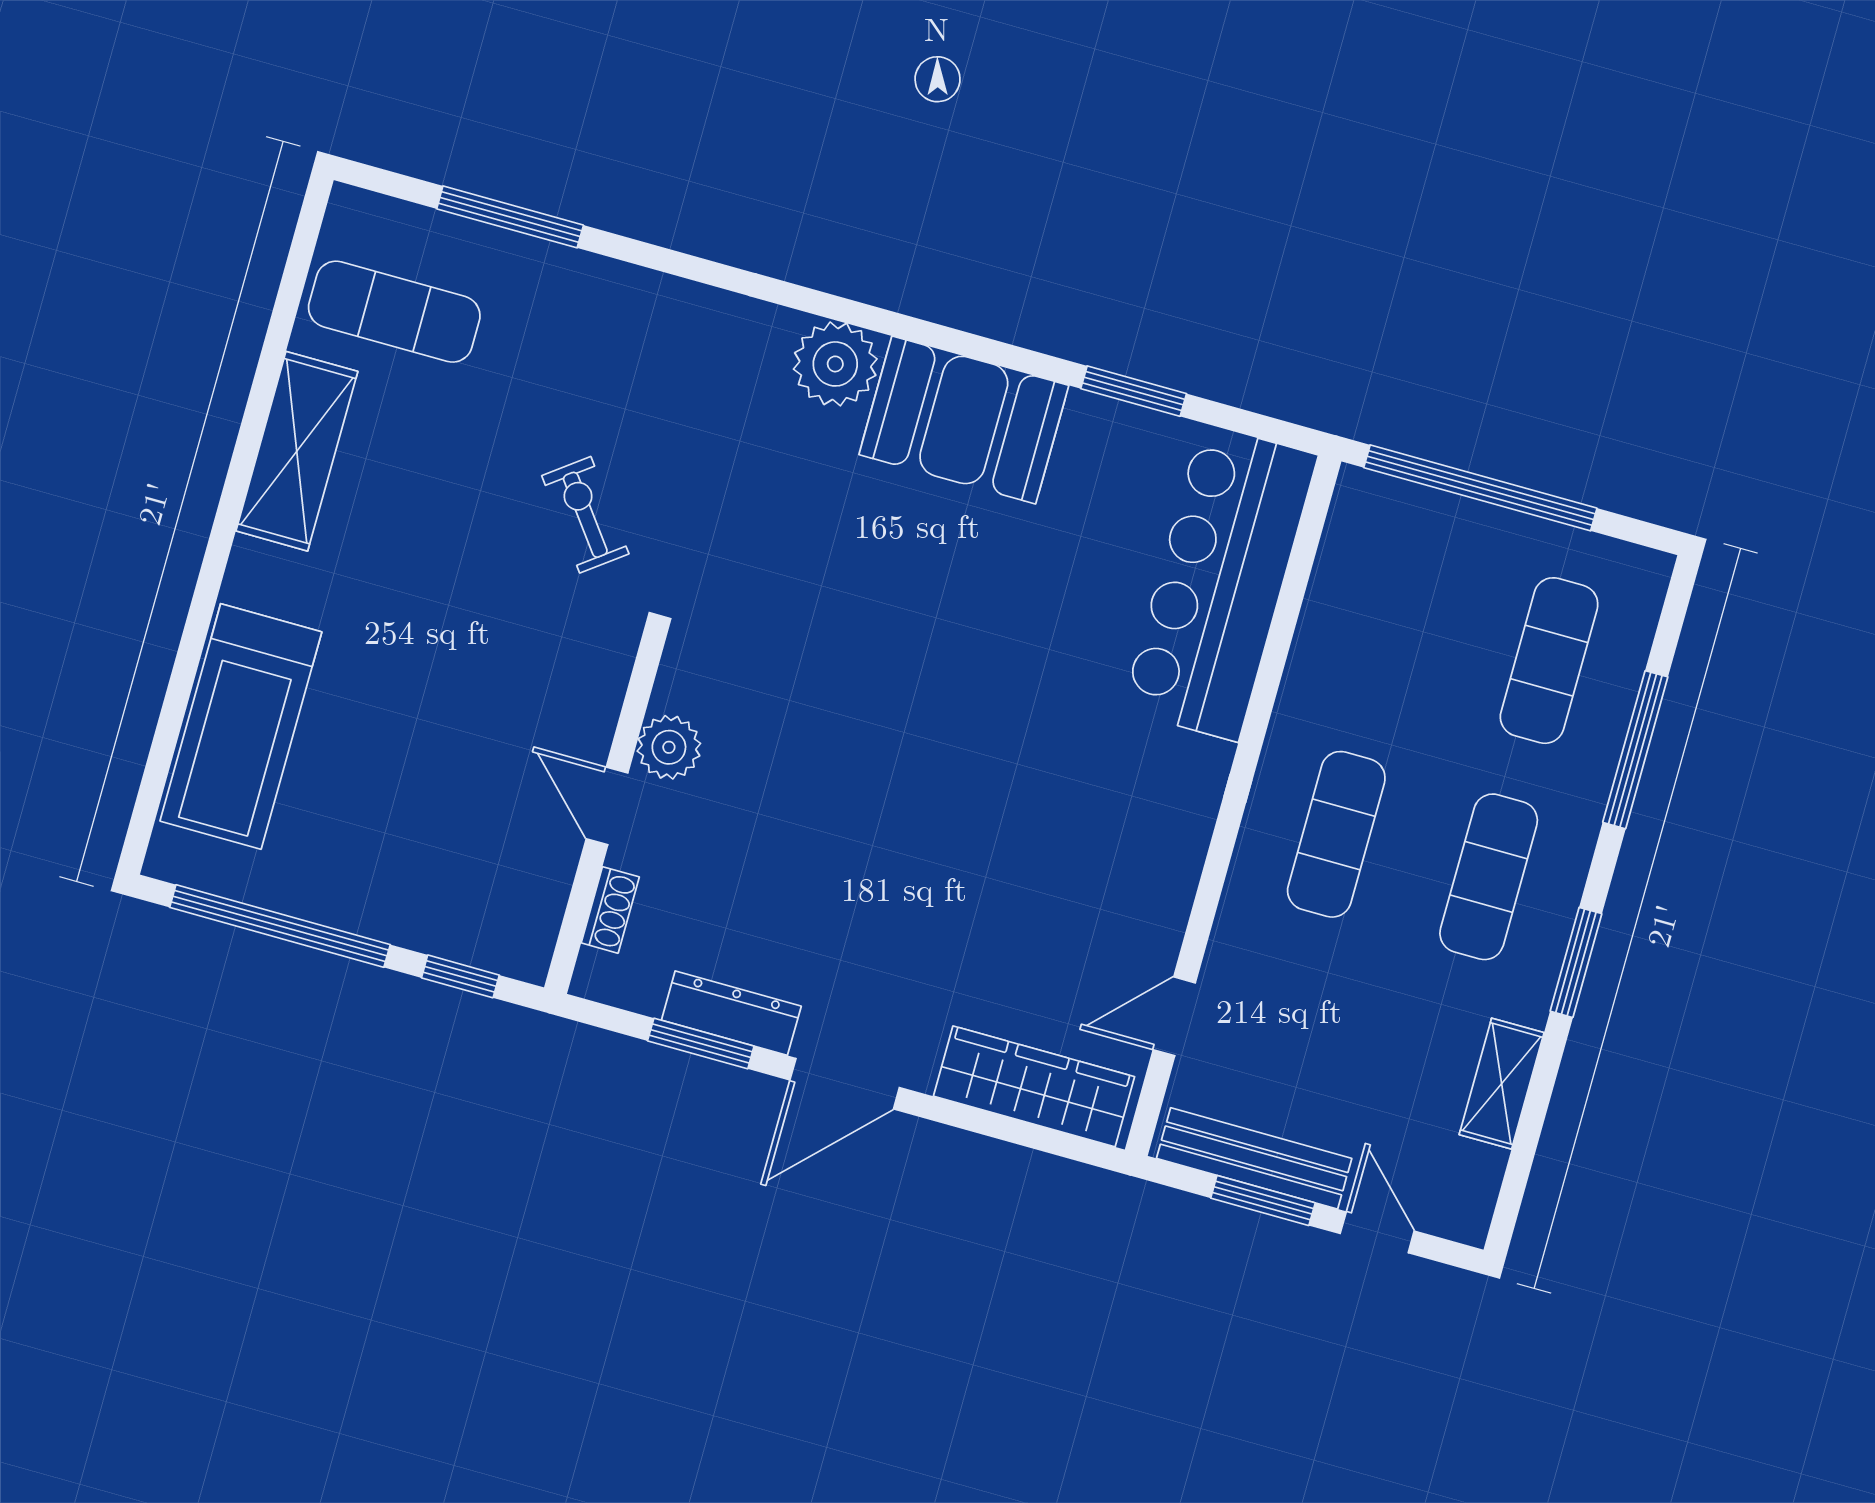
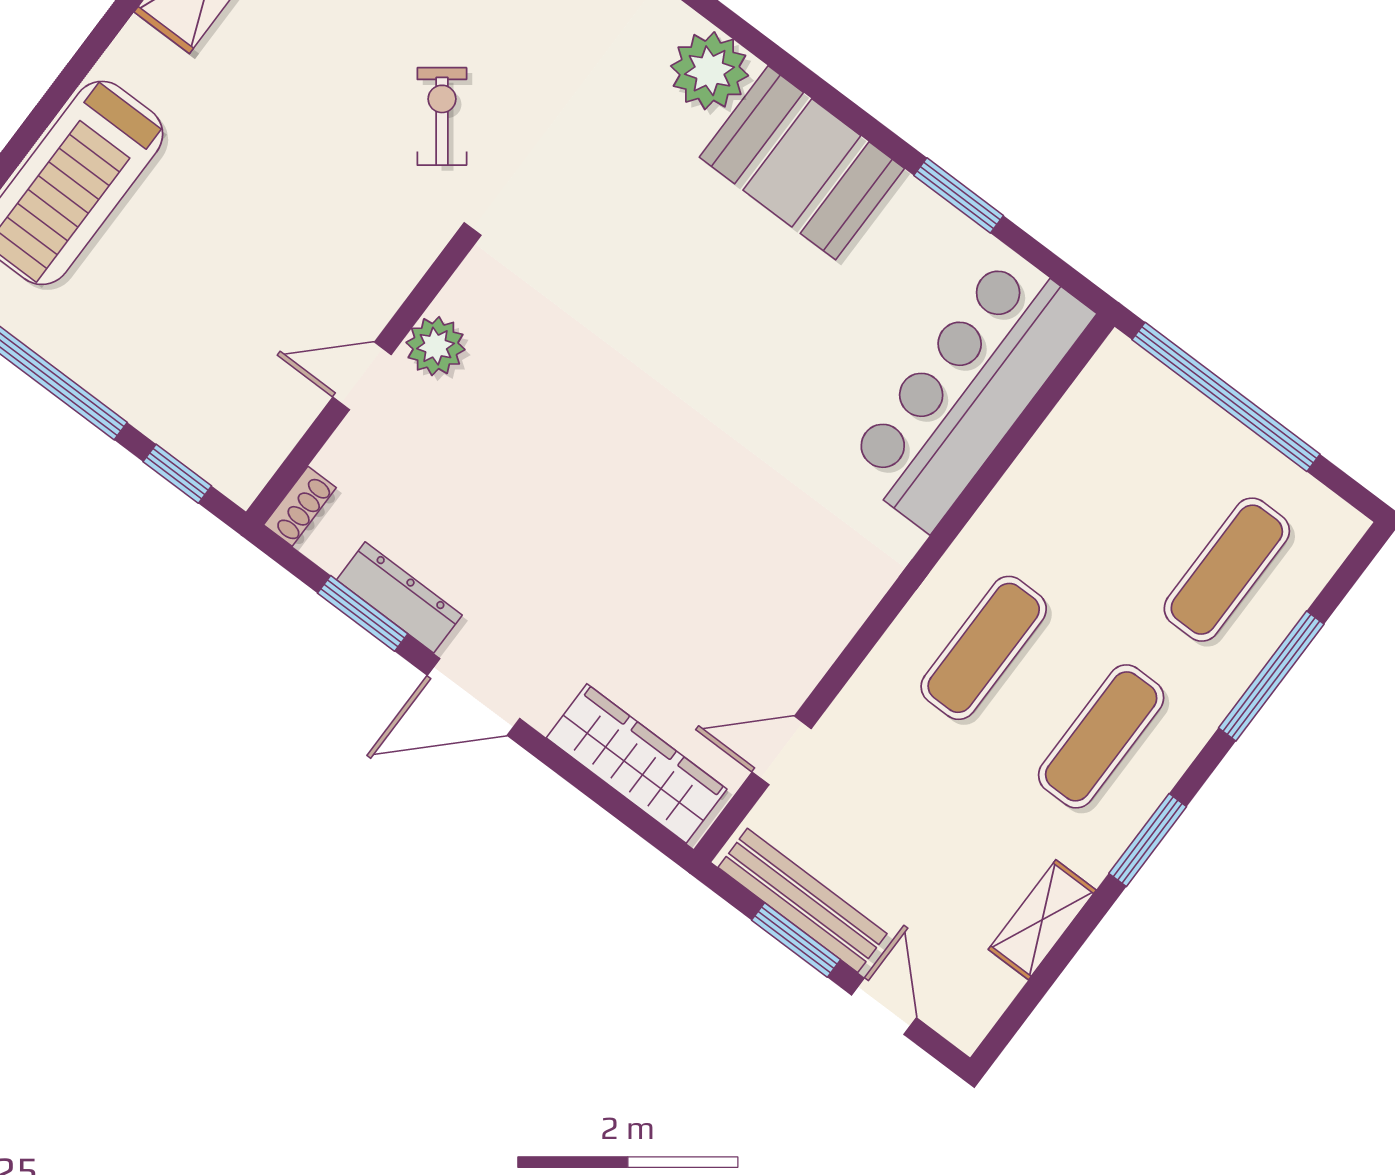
door: (607, 806) -> (362, 376), hinge flipped
shoe rack: (610, 910) -> (300, 506), moved

